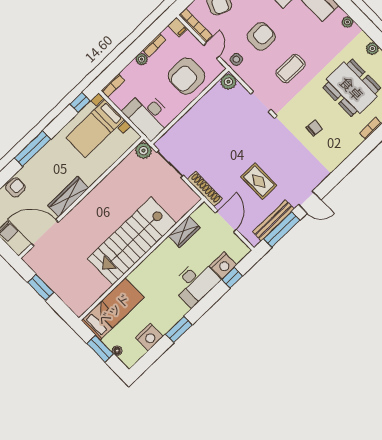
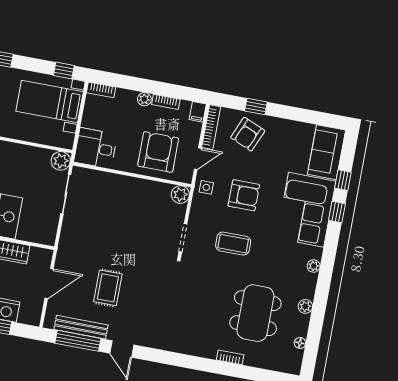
armchair: (187, 76) -> (158, 152), turned 90
desk: (148, 115) -> (96, 148), width x0.73
chair: (314, 128) -> (193, 305), removed
shoe rack: (205, 189) -> (65, 243), removed

